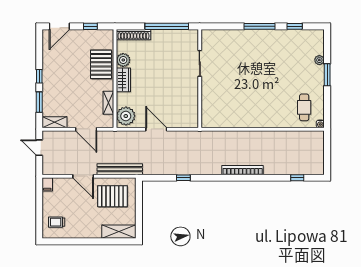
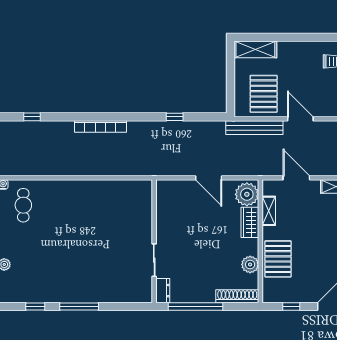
dresser: (193, 39) -> (163, 291), added
wardrobe: (123, 80) -> (250, 222), moved
pallet: (112, 196) -> (264, 94), turned 90

